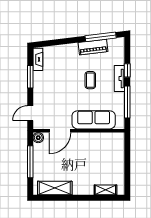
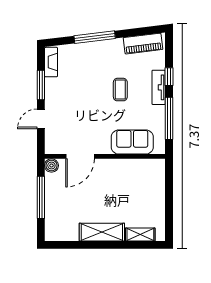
window: (101, 37) -> (95, 37), moved
piano: (93, 47) -> (143, 44), moved
door: (30, 113) -> (41, 119), moved
sofa: (94, 120) -> (132, 142), width x0.73
shelving: (55, 188) -> (102, 232), moved

